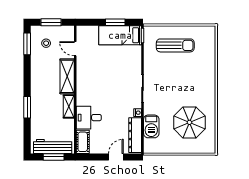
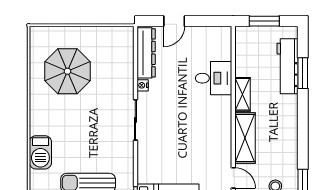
window: (27, 107) -> (303, 73), moved
barbecue: (151, 126) -> (40, 152), moved, turned 180
cot: (83, 142) -> (222, 43), removed
workbench: (53, 146) -> (287, 66), moved, turned 90

